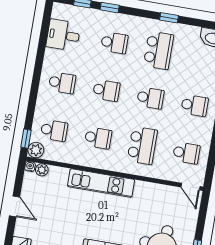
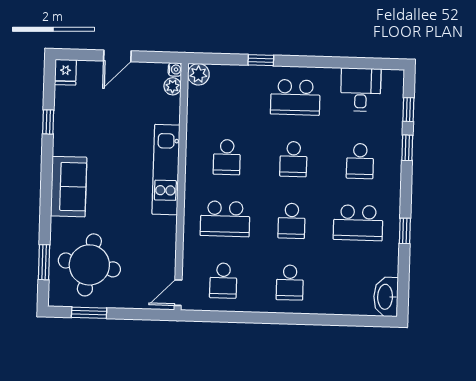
school desk: (62, 83) -> (295, 97), width x1.85
school desk: (54, 130) -> (229, 95), removed
window: (26, 139) -> (261, 60), moved

